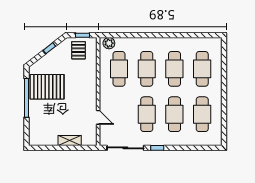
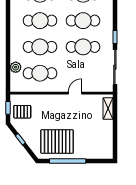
plant: (109, 43) -> (16, 67), moved
pallet: (47, 87) -> (57, 142), turned 90
door: (98, 117) -> (75, 93), moved
shelving: (70, 141) -> (108, 108), moved

